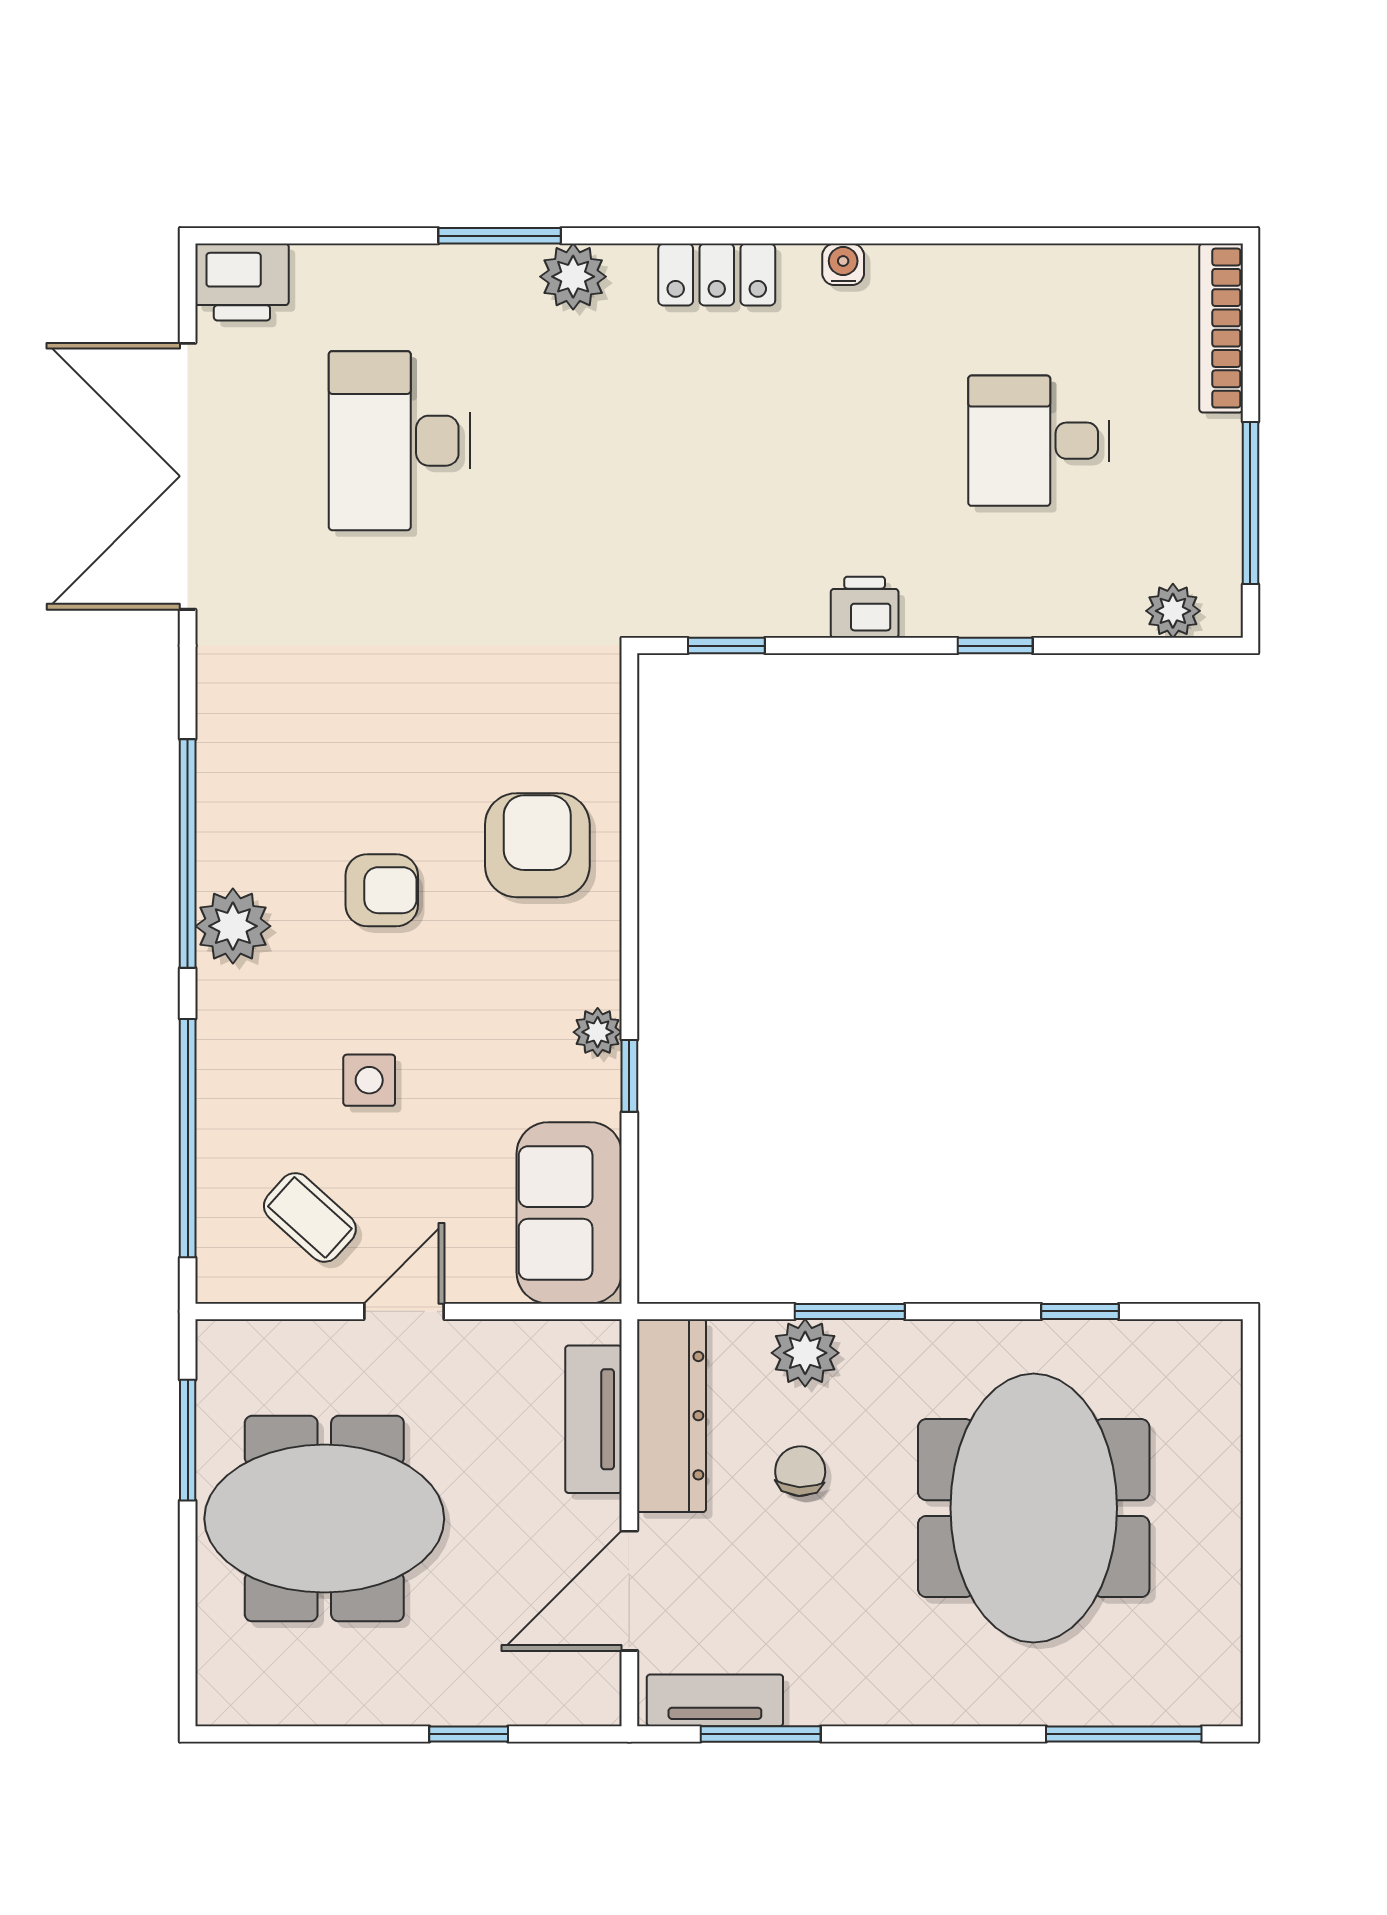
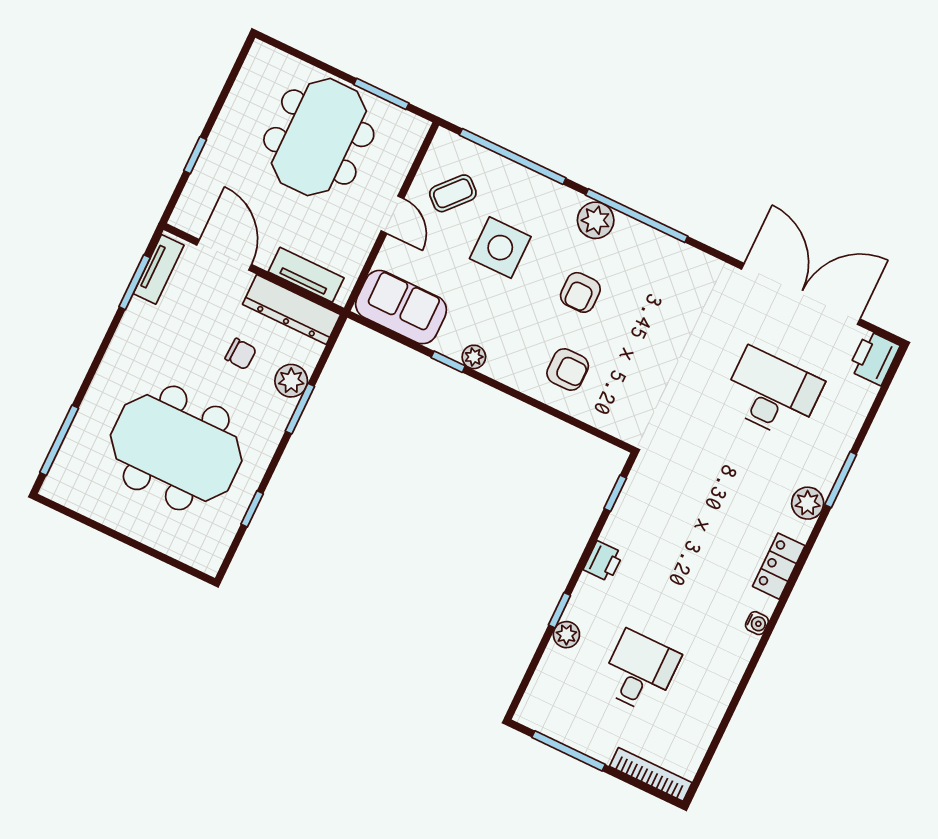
plant: (1173, 611) -> (566, 635), moved
armchair: (537, 845) -> (568, 370), width x0.72, depth x0.72
side table: (369, 1080) -> (500, 248), width x1.87, depth x1.87

